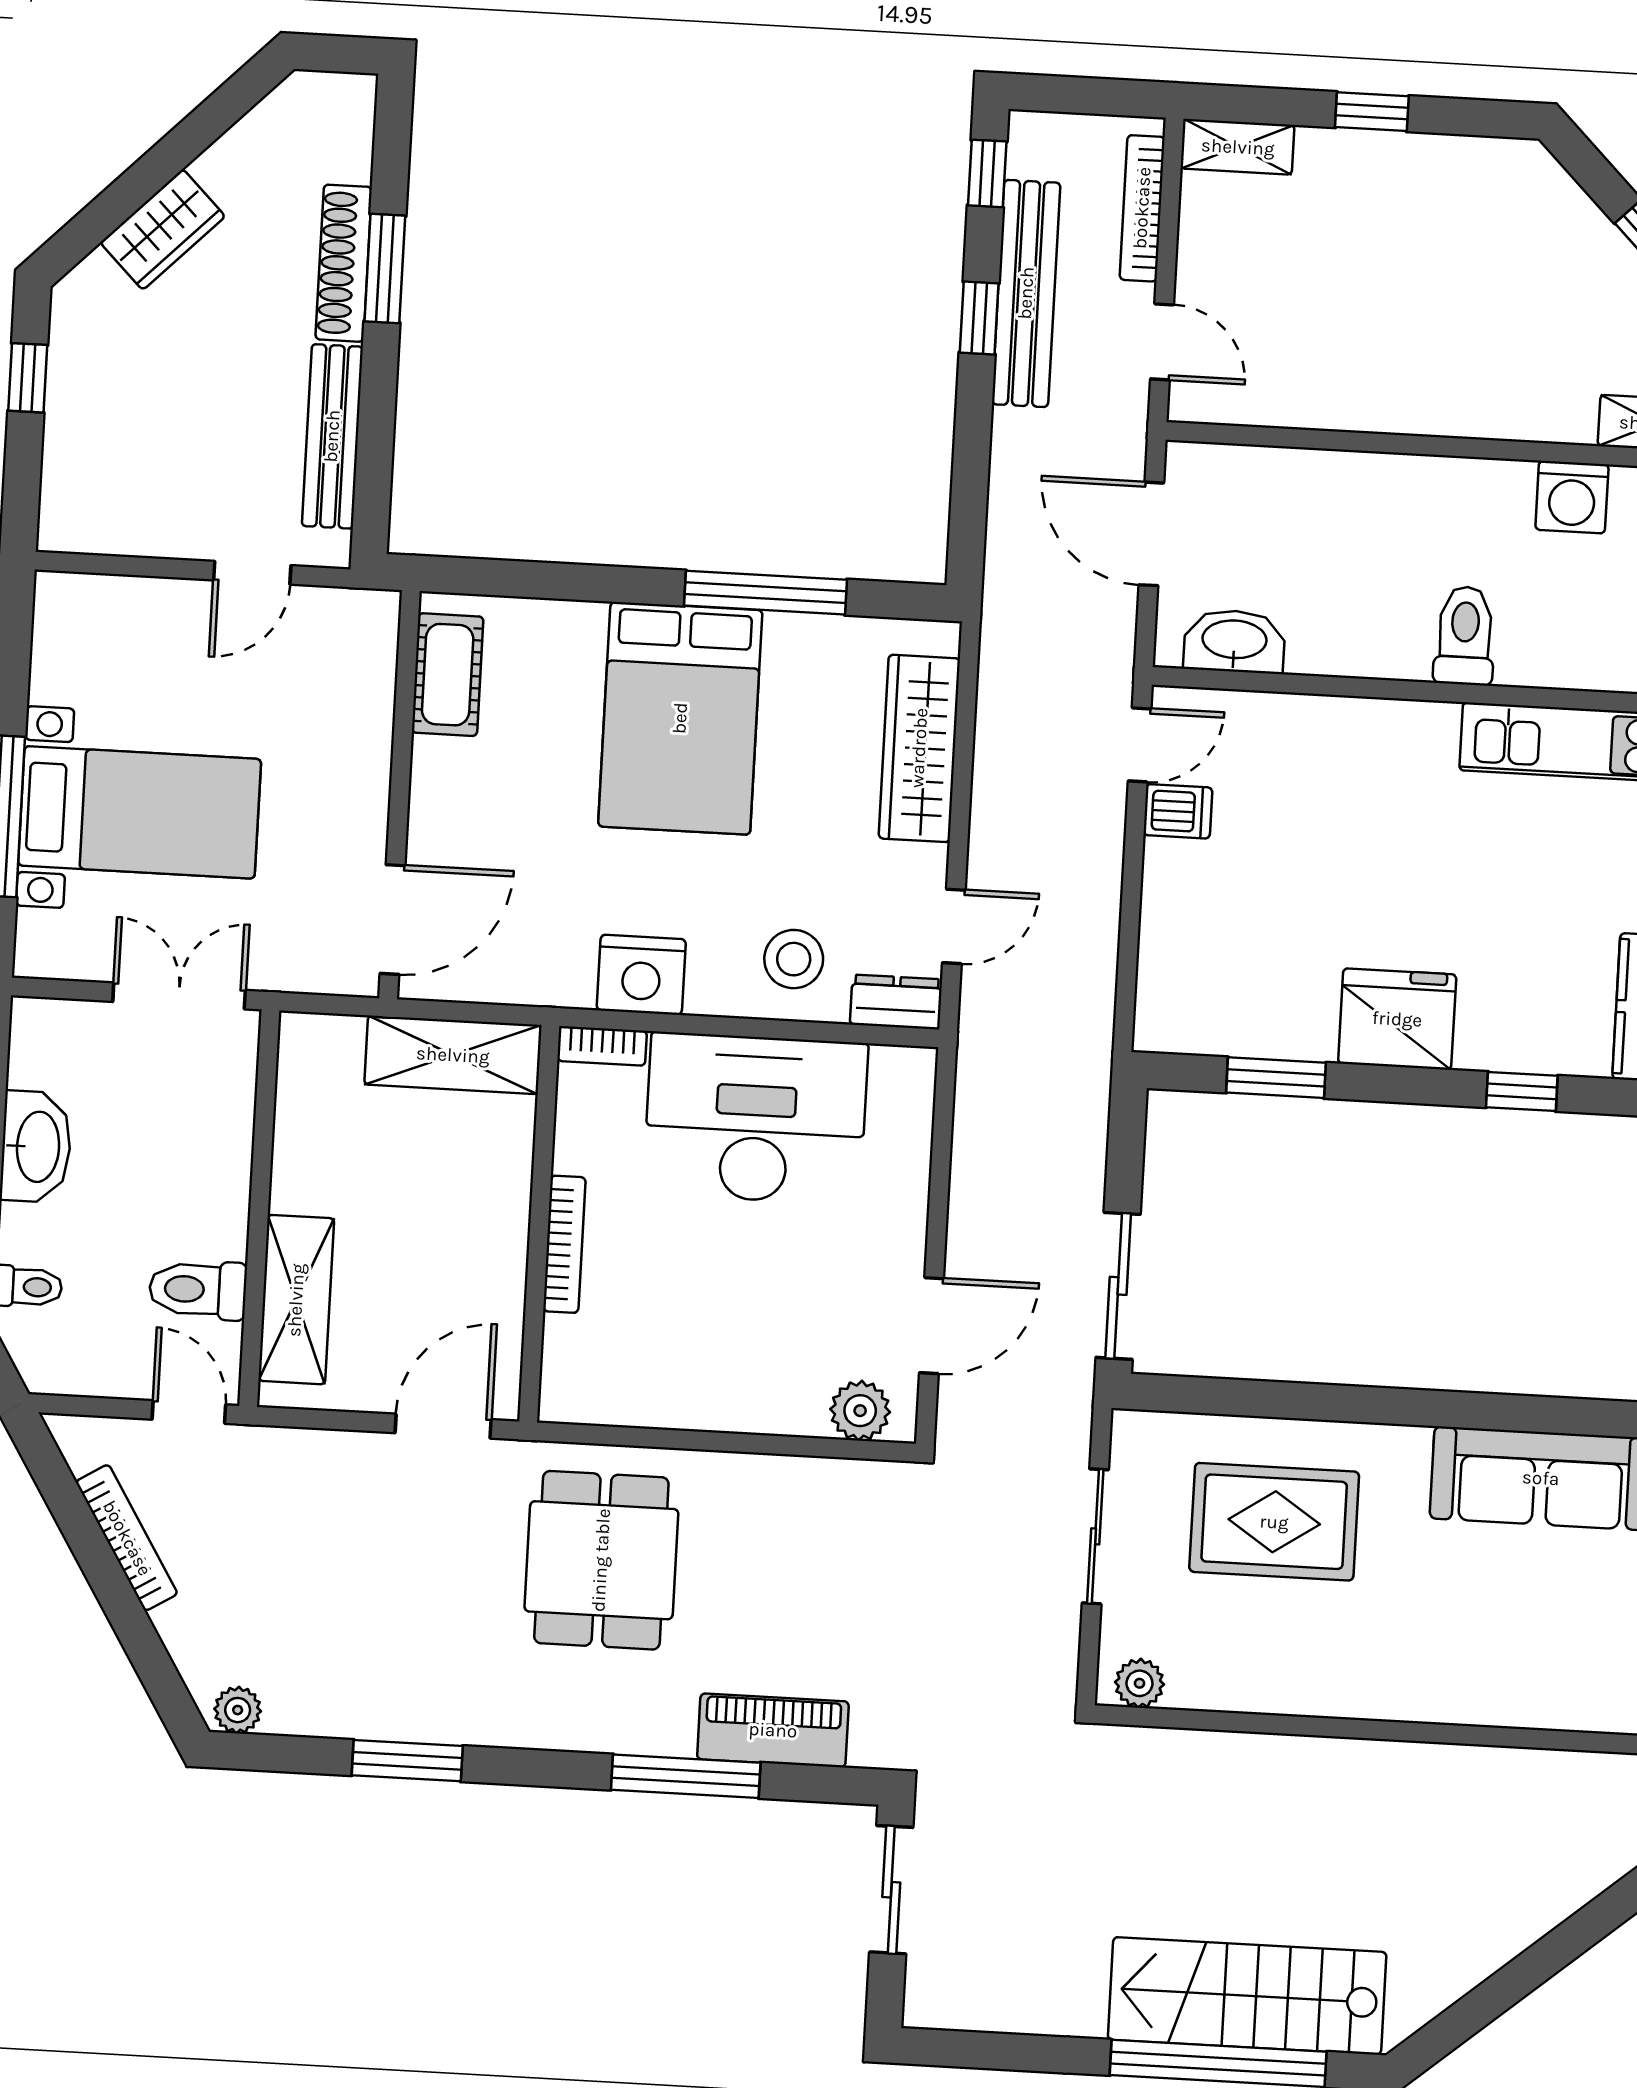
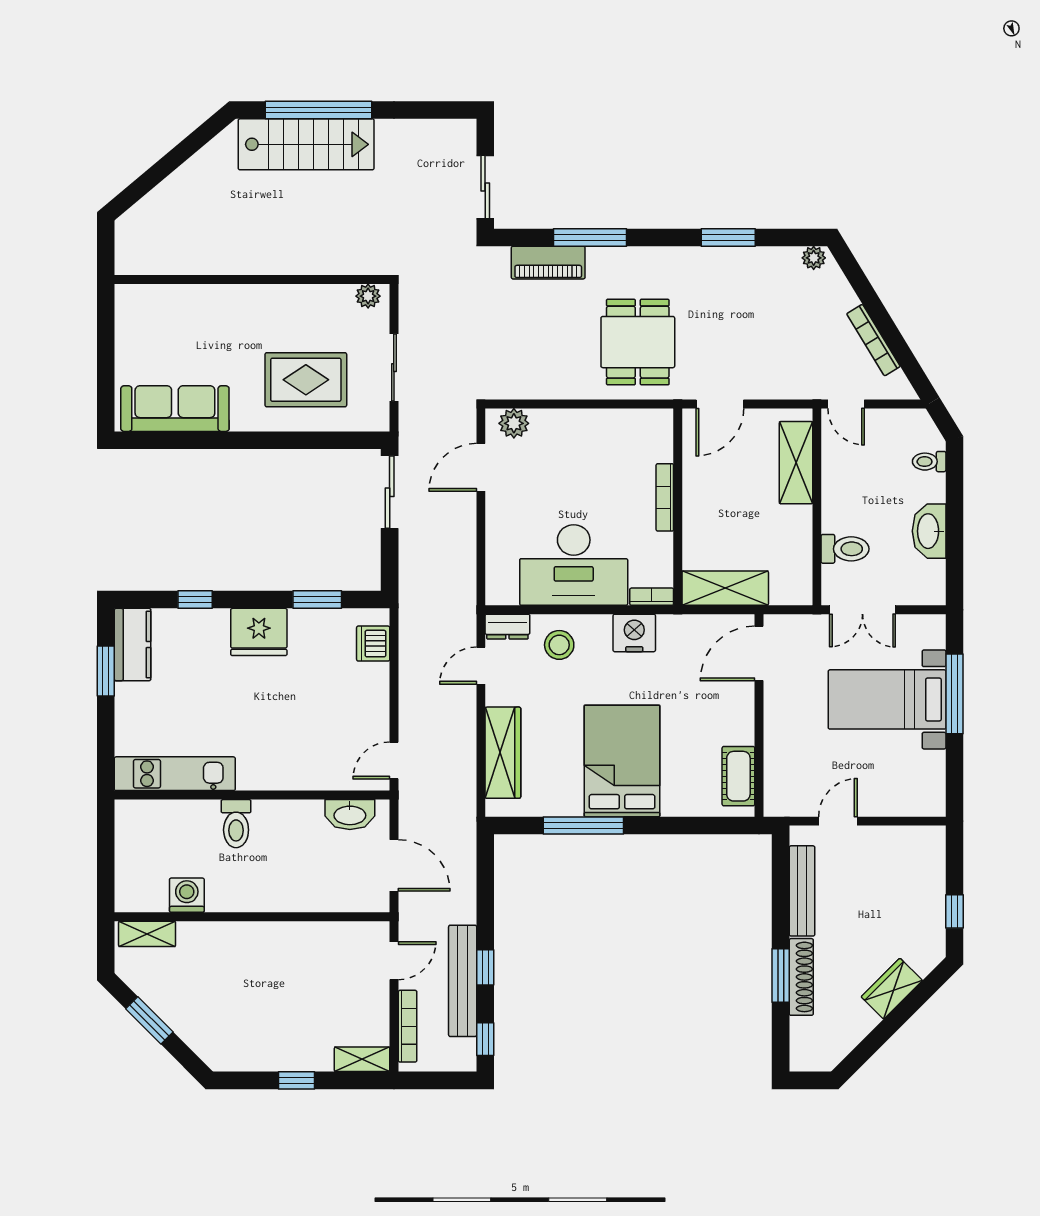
door: (1162, 342) -> (394, 961), swing flipped
dishwasher: (1178, 811) -> (373, 644), moved, width x1.38
toilet: (198, 1290) -> (845, 549), moved

